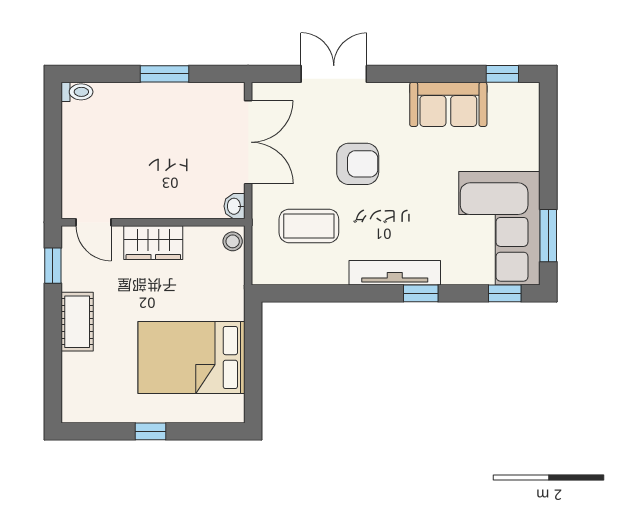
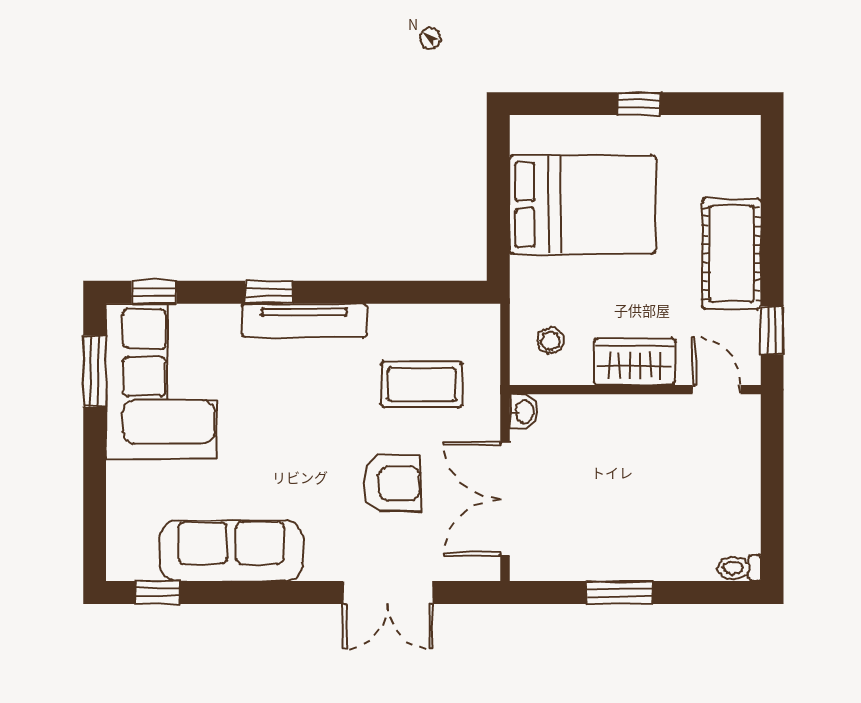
sofa: (448, 104) -> (231, 551), width x1.36
armchair: (358, 164) -> (391, 483), moved, turned 180
stool: (233, 241) -> (550, 341), moved
cot: (77, 322) -> (731, 254), width x1.37, depth x1.34

